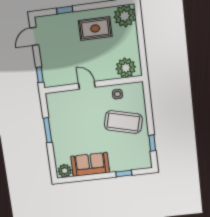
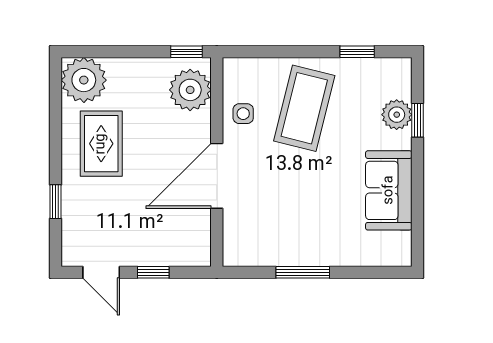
window: (144, 64) -> (187, 52), added
window: (40, 75) -> (153, 272), moved
door: (87, 85) -> (217, 176), width x1.88
plant: (65, 171) -> (397, 115), moved

